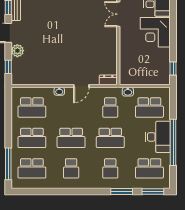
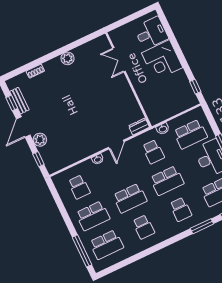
school desk: (32, 108) -> (79, 187), width x0.54

